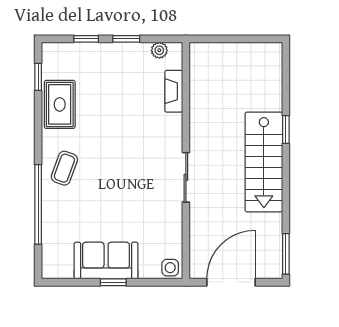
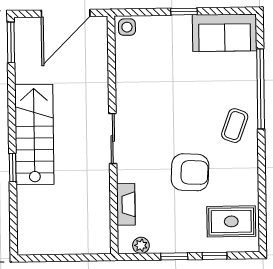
window: (38, 77) -> (262, 217), removed
rug: (60, 104) -> (231, 221), moved, turned 90
armchair: (109, 122) -> (190, 172), added
sliding door: (186, 177) -> (113, 139), moved
sofa: (106, 261) -> (225, 33), moved

